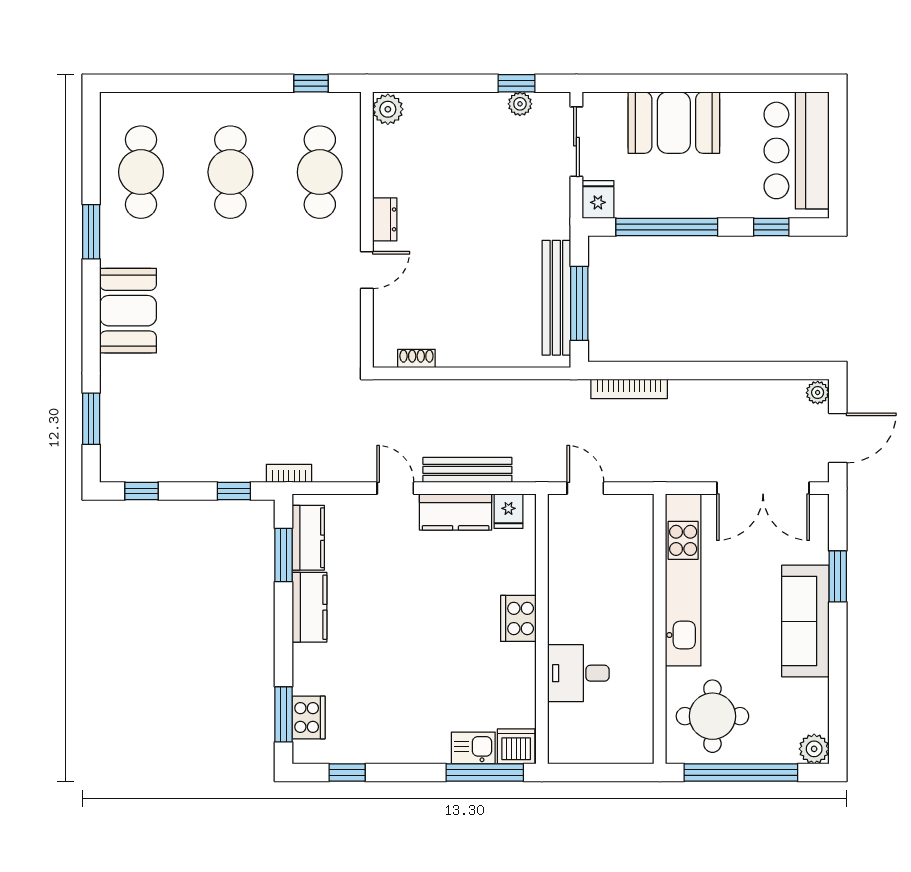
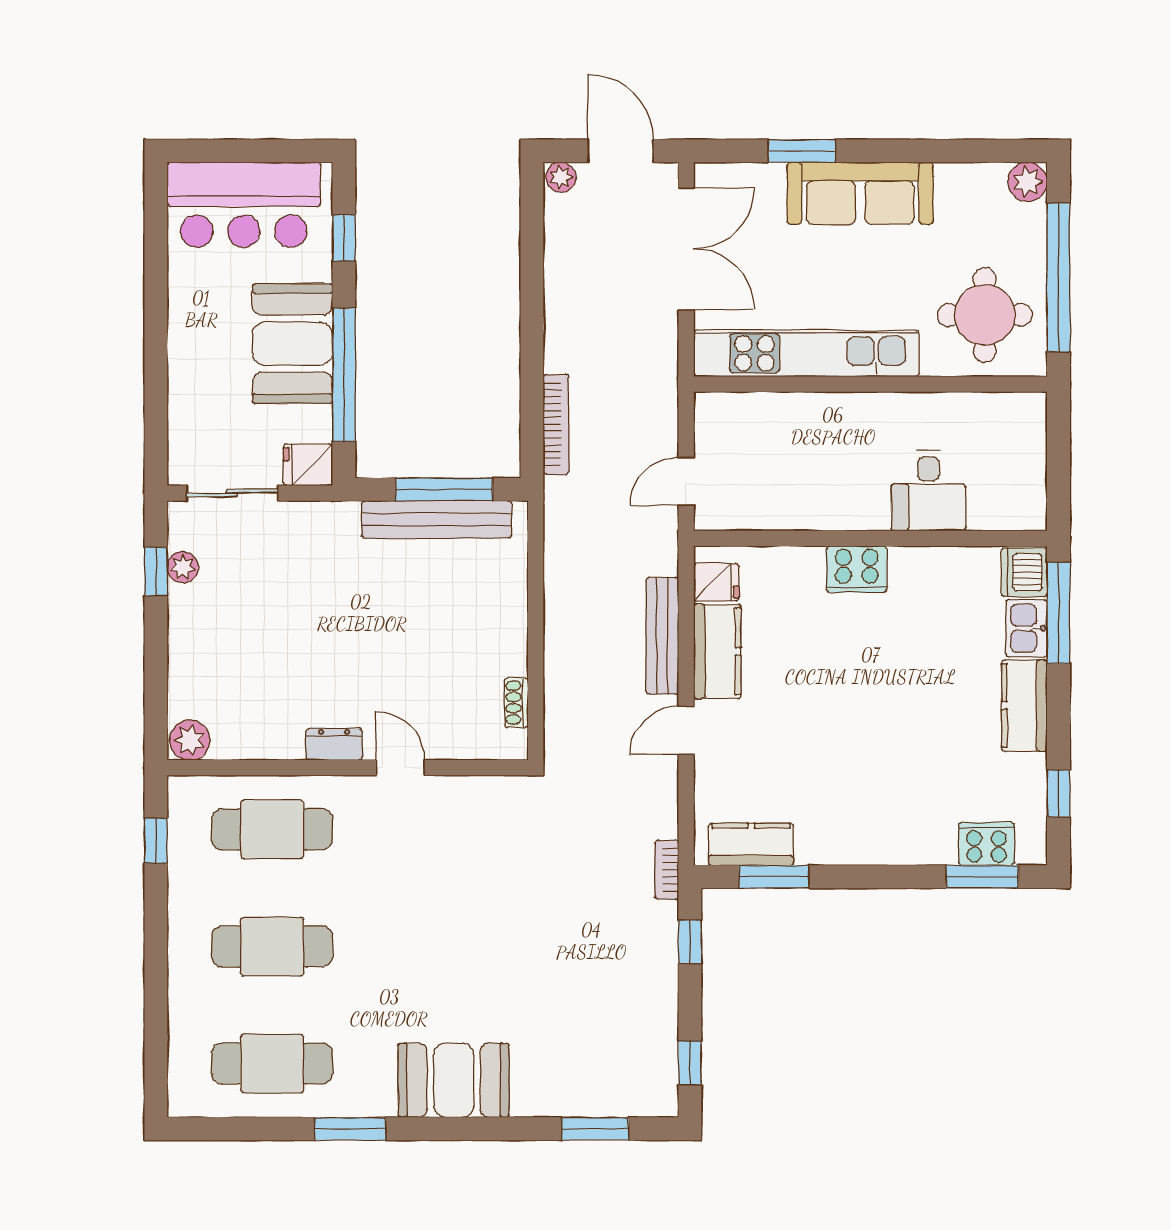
booth: (674, 123) -> (292, 344), moved
kitchen counter: (310, 607) -> (1024, 706), moved, turned -90

